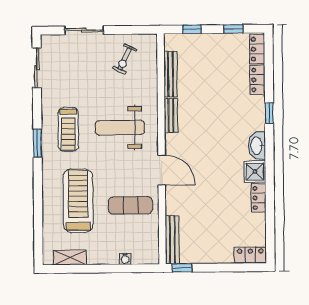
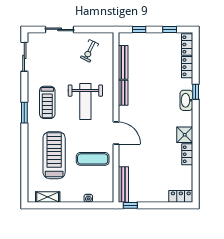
weight bench: (120, 128) -> (85, 101), turned -90
washbasin: (257, 146) -> (186, 100), moved

